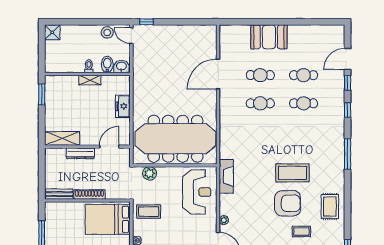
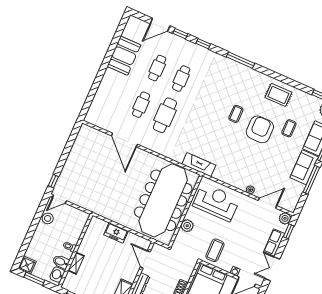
booth: (269, 37) -> (124, 56), moved
window: (42, 46) -> (34, 279), added
door: (348, 59) -> (160, 25), hinge flipped
bidet: (107, 64) -> (61, 262), moved
washbasin: (121, 66) -> (57, 275), moved
shelving: (90, 80) -> (76, 263), moved
cafe table: (260, 103) -> (165, 115), width x1.37, depth x1.35
plant: (150, 173) -> (187, 226), moved
coffee table: (292, 173) -> (236, 114), width x0.54, depth x0.58
fireplace: (226, 176) -> (199, 165), moved

